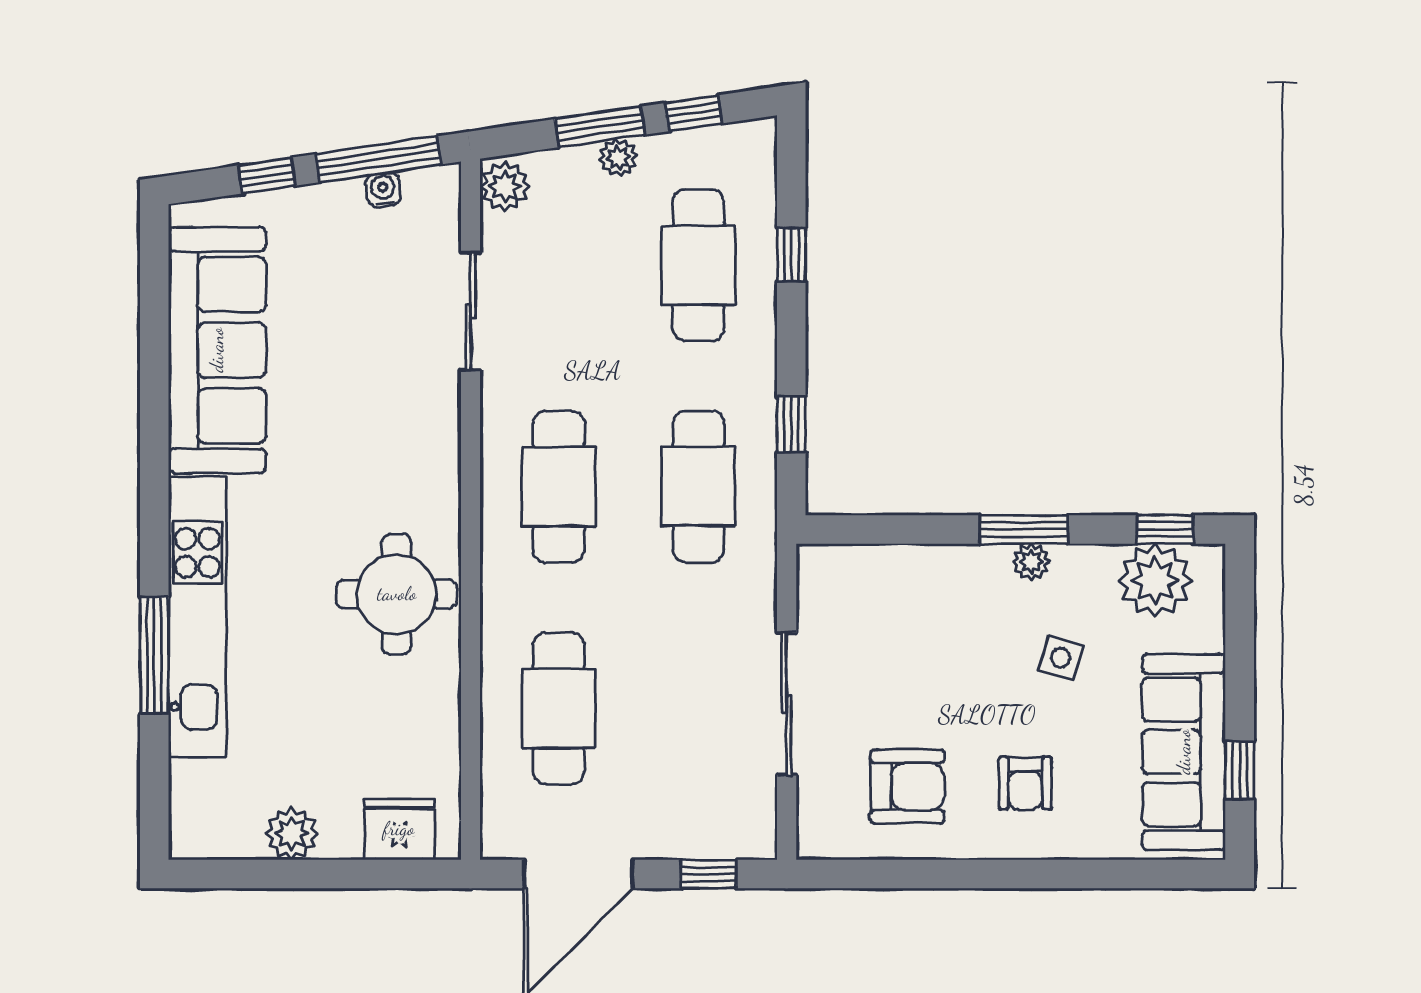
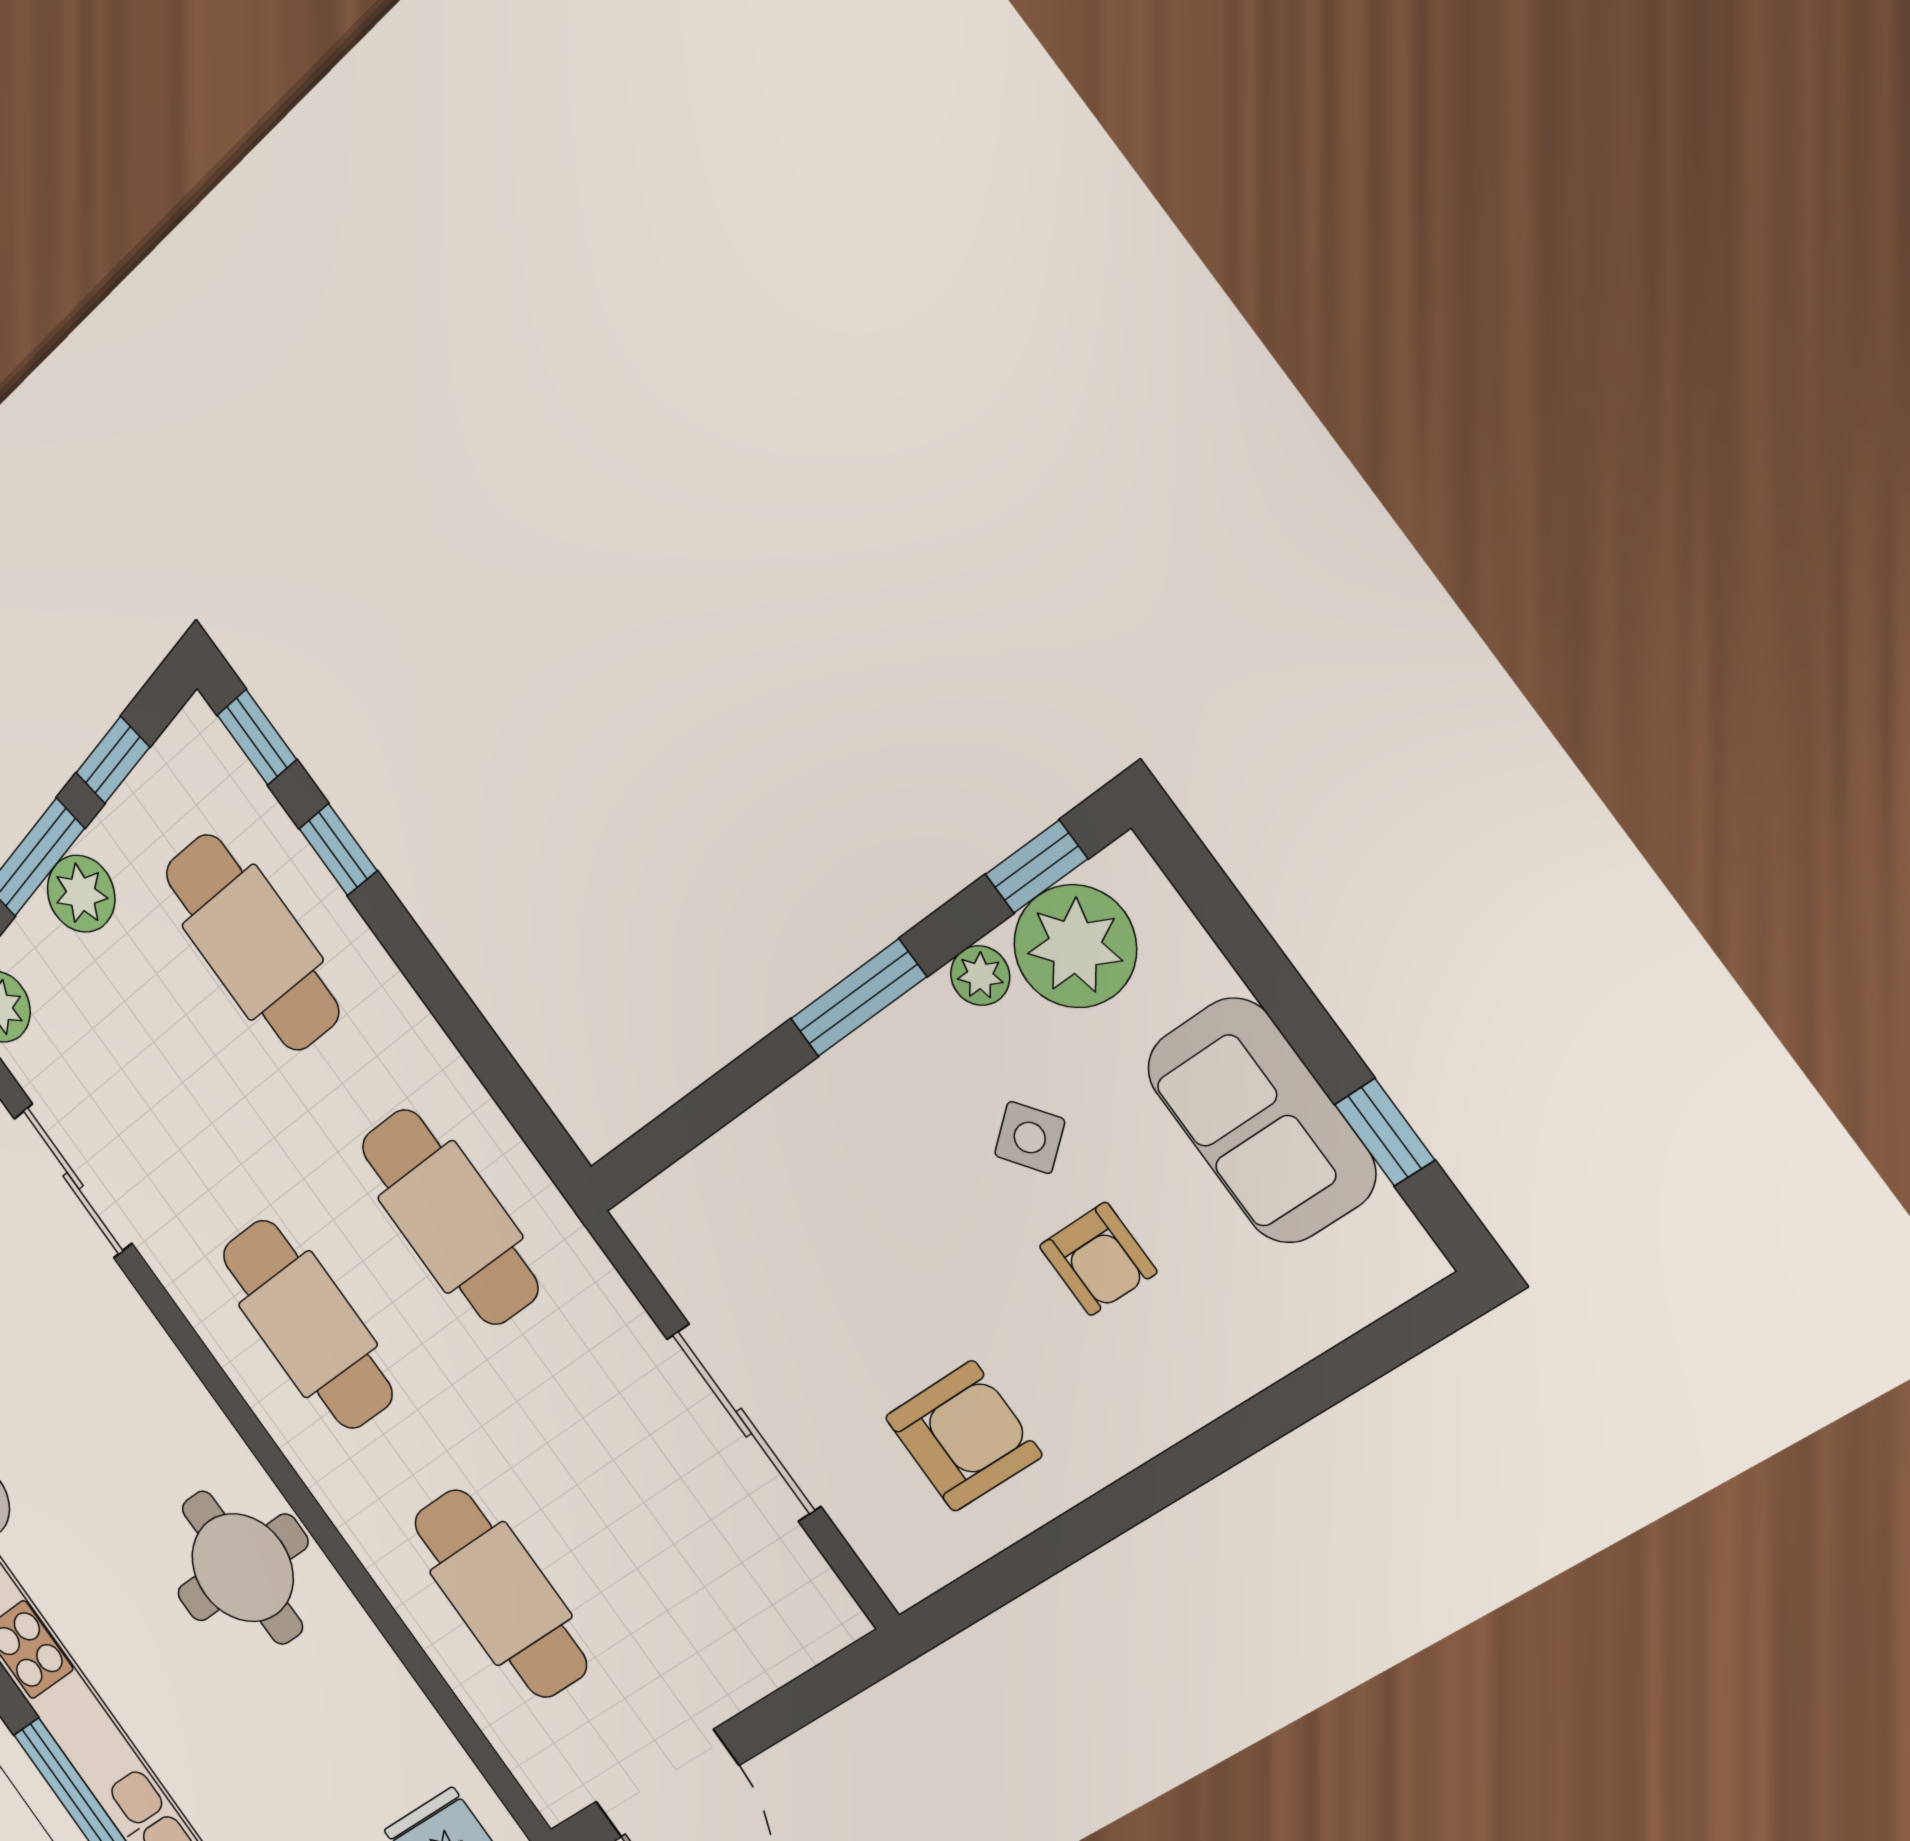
plant: (618, 158) -> (81, 894), width x1.38, depth x1.38
window: (791, 424) -> (257, 737), moved
plant: (1031, 562) -> (980, 976), moved
side table: (1061, 658) -> (1030, 1138), turned 36
sofa: (1184, 752) -> (1261, 1121), width x0.73
armchair: (1025, 783) -> (1098, 1259), moved
window: (709, 874) -> (811, 1696), removed

